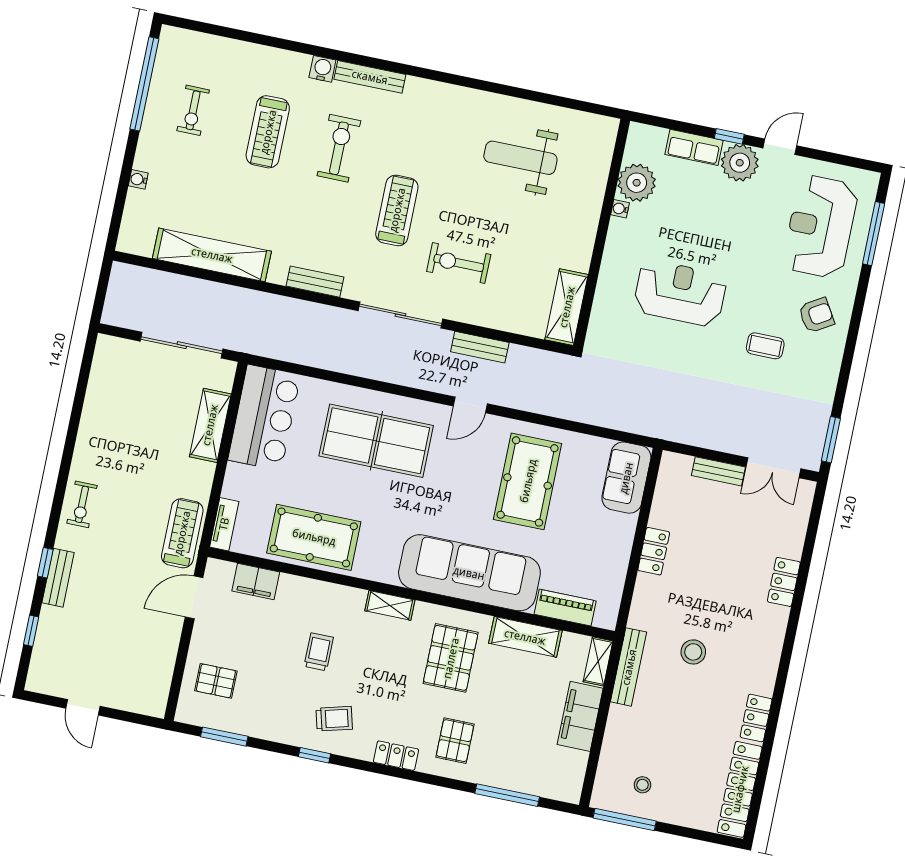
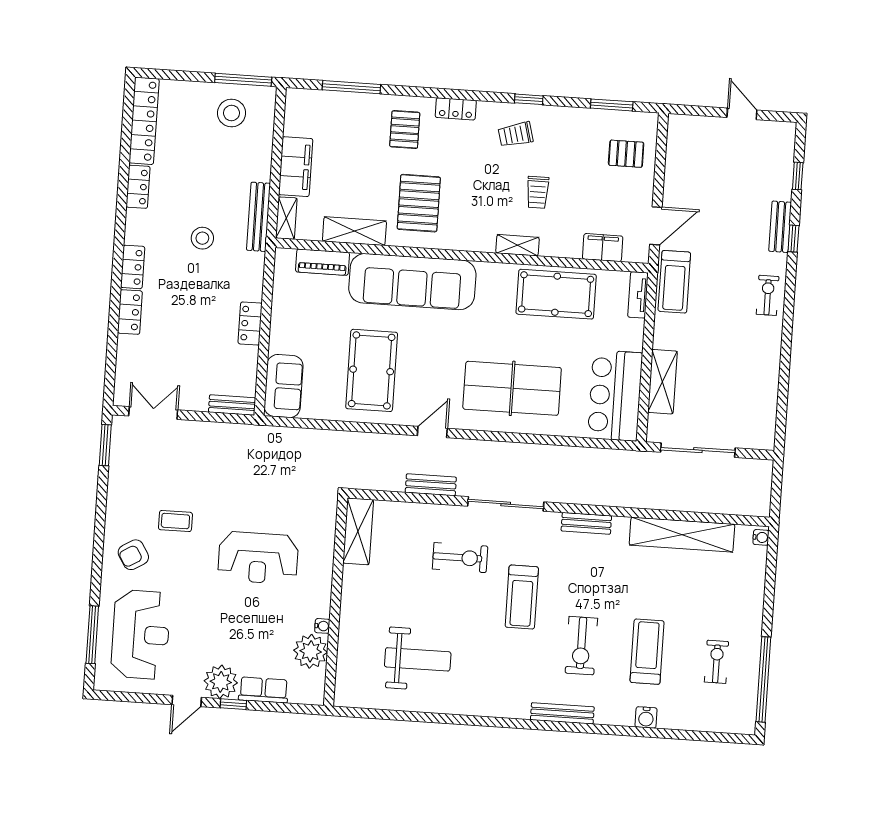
water cooler: (322, 69) -> (646, 717), moved
water cooler: (138, 179) -> (761, 537), moved
bench: (718, 471) -> (232, 405), moved
shelving: (390, 605) -> (518, 245), moved
locker: (774, 631) -> (133, 267), added
stool: (642, 785) -> (232, 113), width x1.89, depth x1.89

